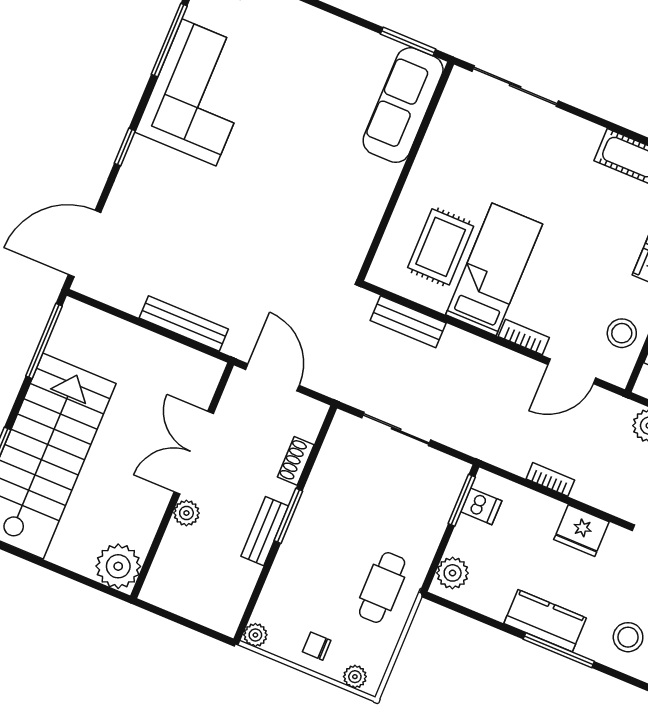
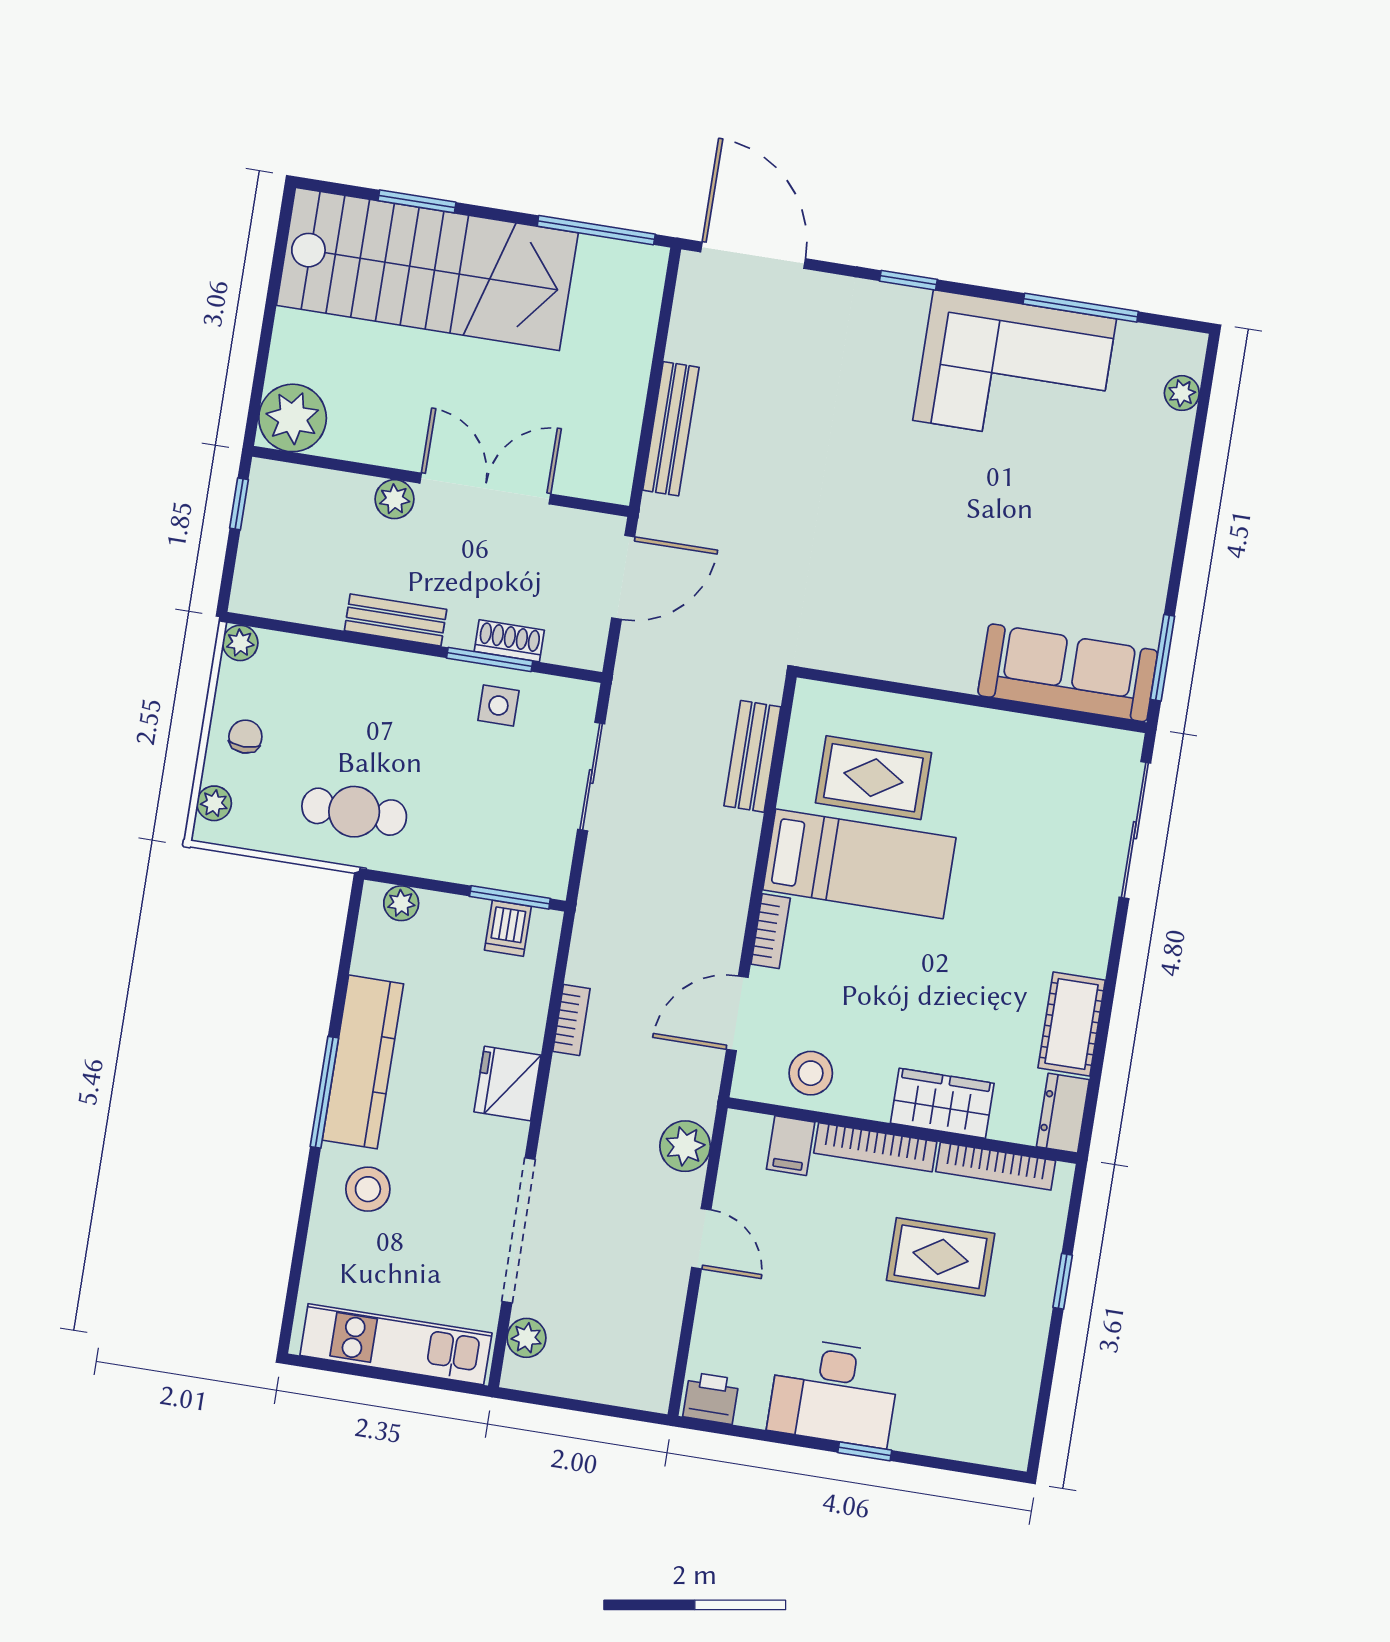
door: (572, 371) -> (737, 1013), hinge flipped
side table: (336, 478) -> (498, 705), added
window: (288, 516) -> (490, 659), moved
plant: (453, 573) -> (401, 903), width x0.73, depth x0.73
window: (165, 614) -> (239, 504), added
kitchen counter: (545, 621) -> (363, 1062), width x1.50

